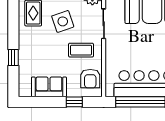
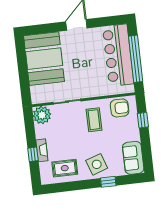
side table: (63, 21) -> (97, 164), moved
sofa: (49, 87) -> (133, 158), moved

